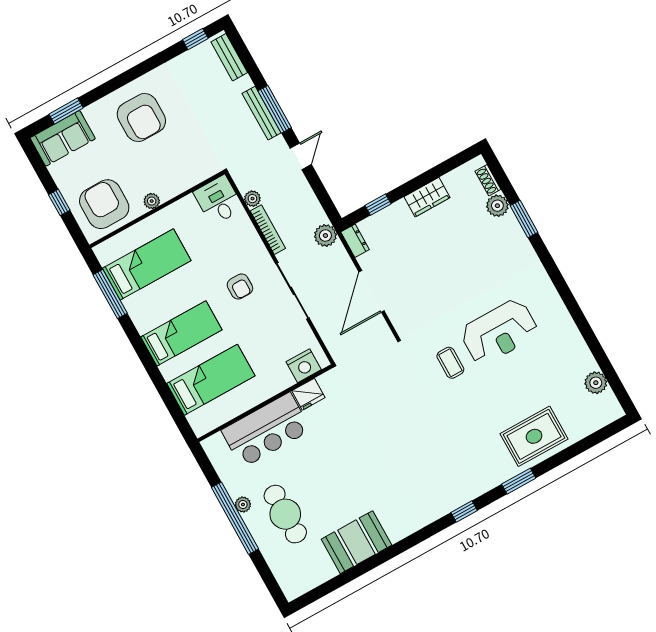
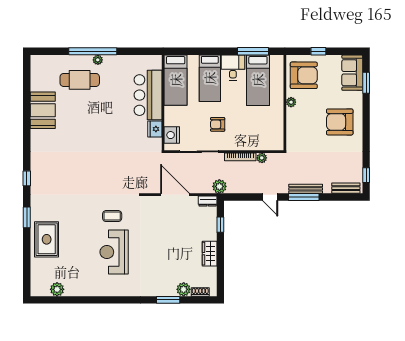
desk: (218, 200) -> (233, 67), moved, turned -90
nightstand: (304, 366) -> (172, 135), moved
fridge: (308, 394) -> (155, 129), moved
wall: (265, 403) -> (163, 103), moved
bar counter: (266, 430) -> (148, 95), moved

